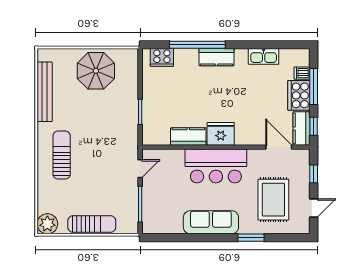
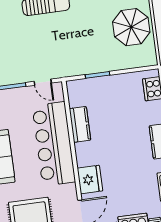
fridge: (221, 134) -> (90, 180), moved
bar counter: (216, 166) -> (54, 144), width x1.36

